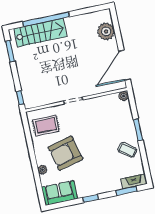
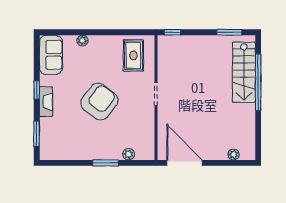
plant: (106, 31) -> (234, 155), width x0.53, depth x0.53
plant: (124, 96) -> (129, 154), moved
coffee table: (127, 150) -> (85, 145), removed
armchair: (65, 153) -> (99, 102), moved, turned 52
fireplace: (134, 181) -> (46, 102), moved

